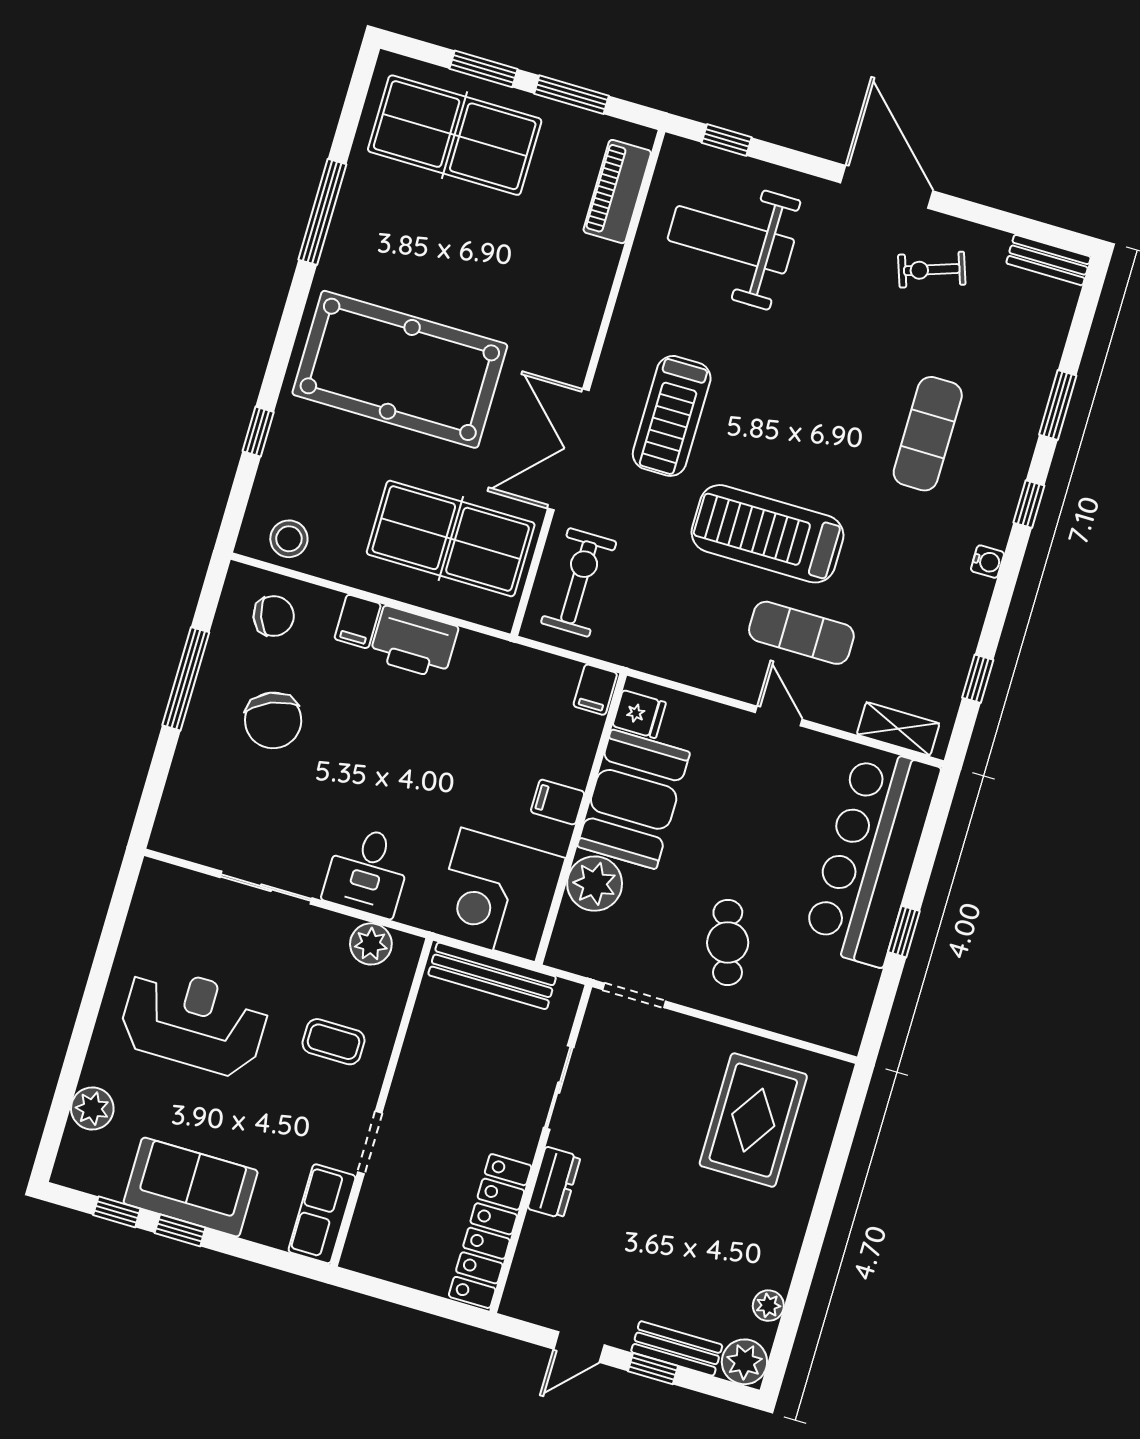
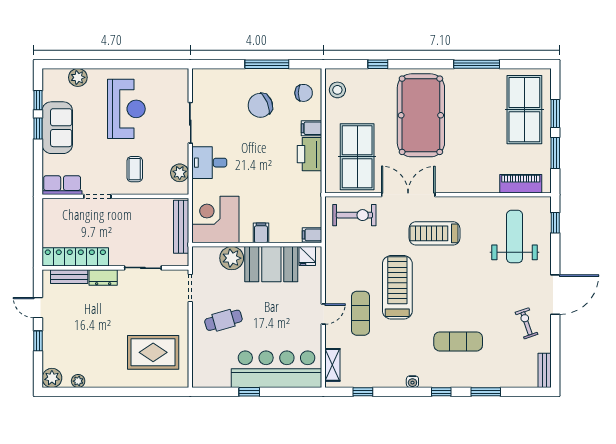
chair: (274, 616) -> (304, 93), turned -70
bench: (677, 1348) -> (69, 277), moved, turned 90

